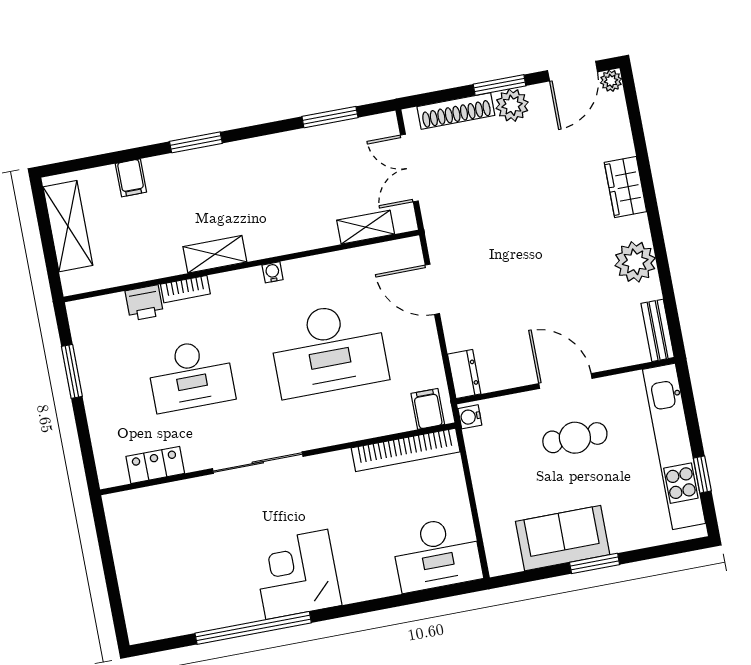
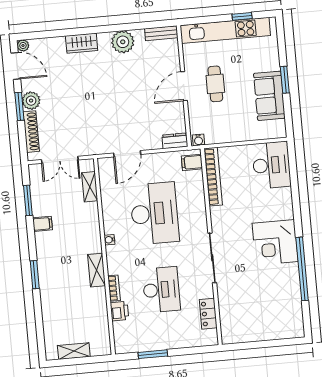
filing cabinet: (131, 178) -> (43, 224), moved
shelving: (68, 226) -> (74, 351), width x0.67, depth x0.75

